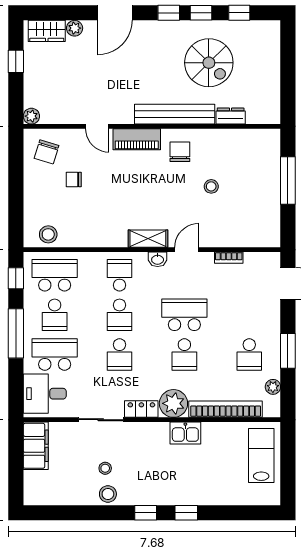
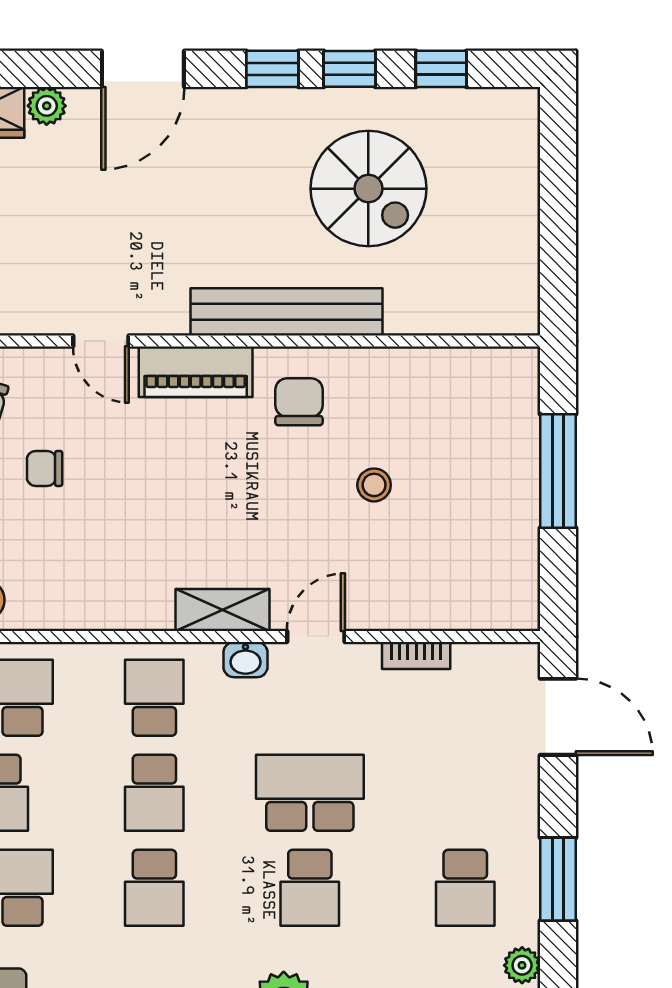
dresser: (231, 116) -> (420, 316), removed

